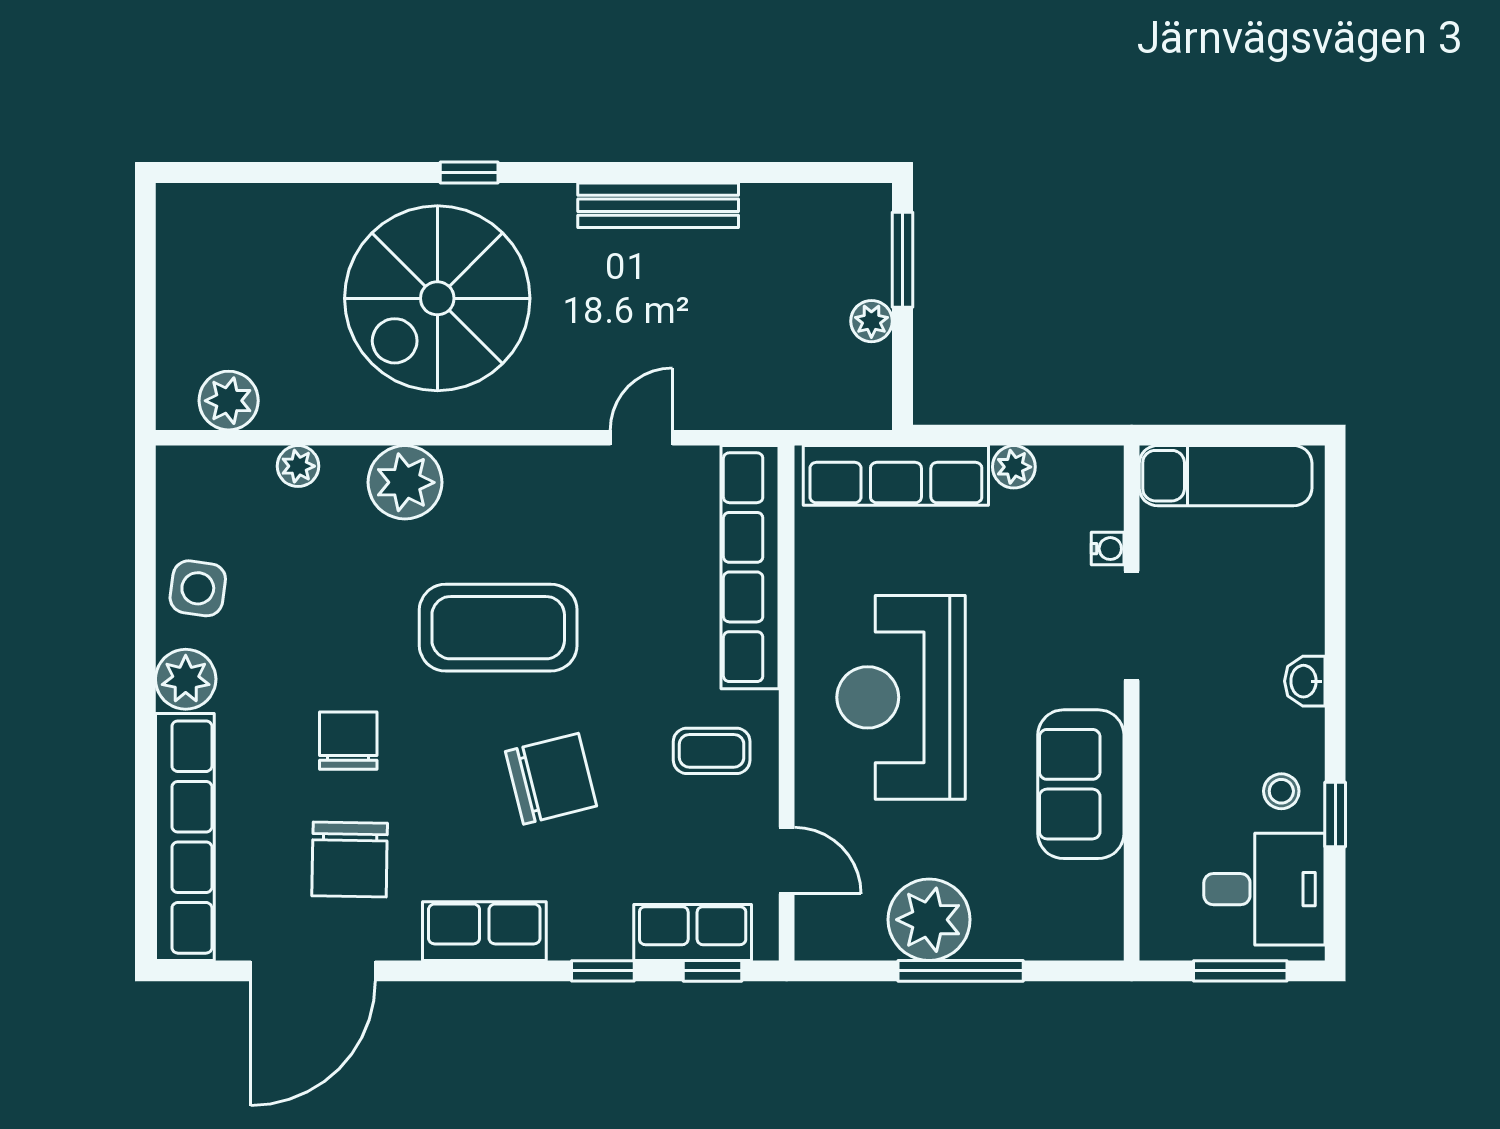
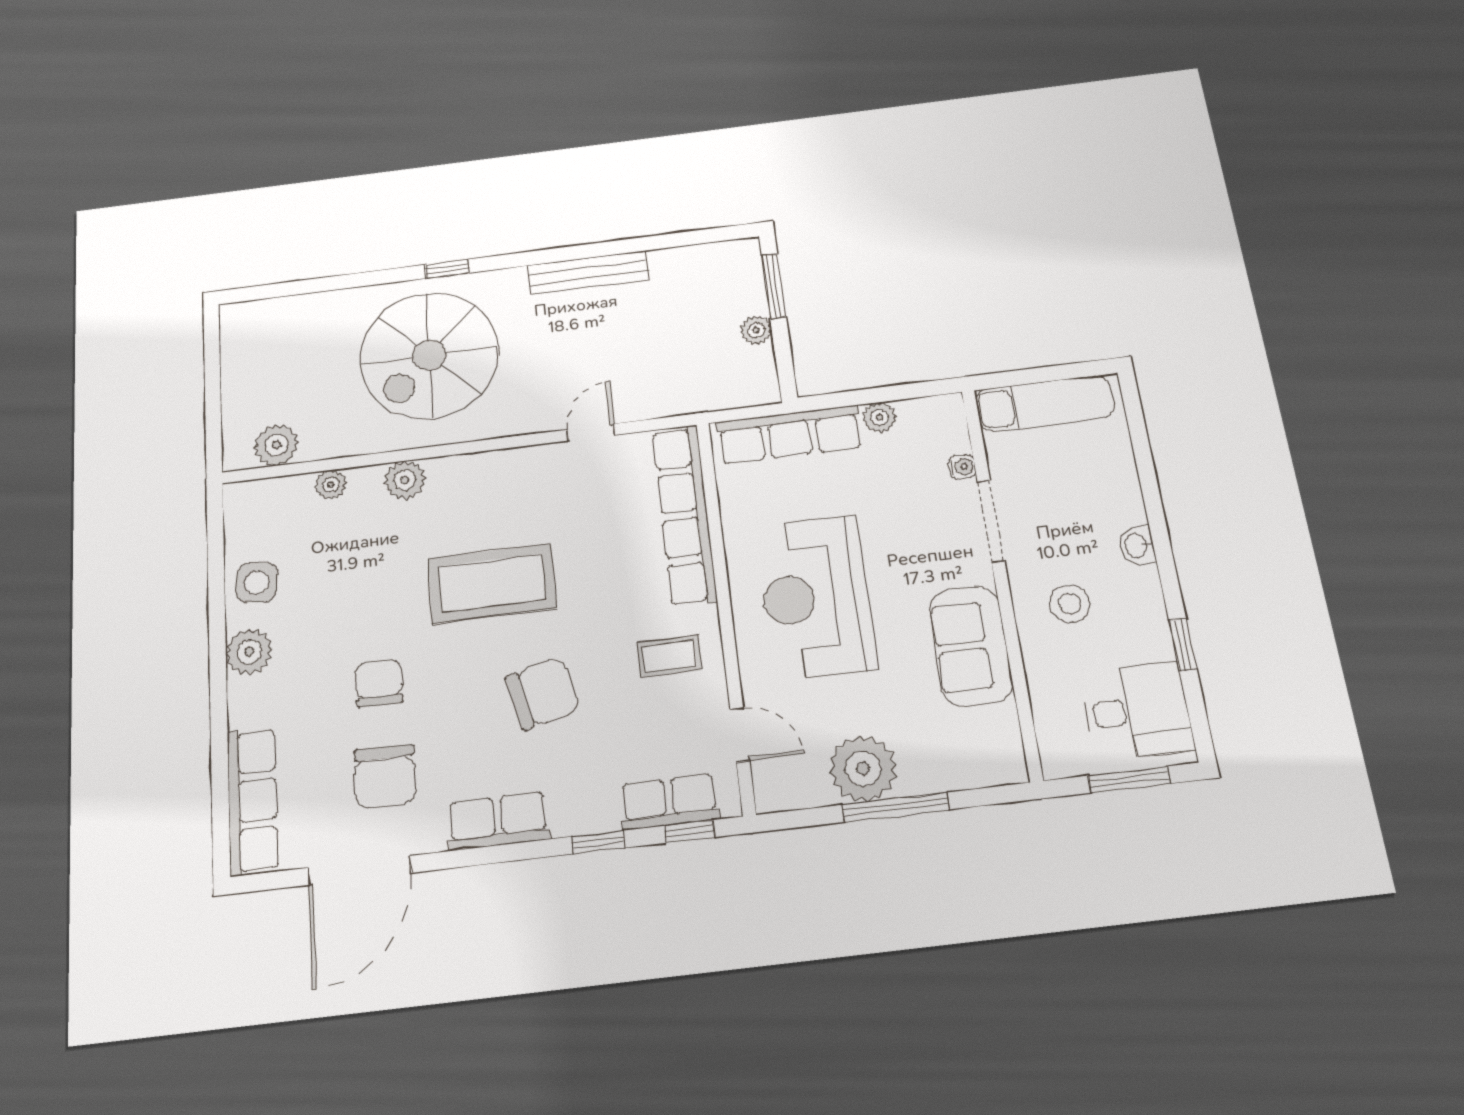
plant: (405, 482) -> (405, 480), width x0.73, depth x0.73
stool: (1281, 791) -> (1070, 604), moved, width x1.37, depth x1.37
row of seats: (185, 837) -> (252, 801), width x0.73

